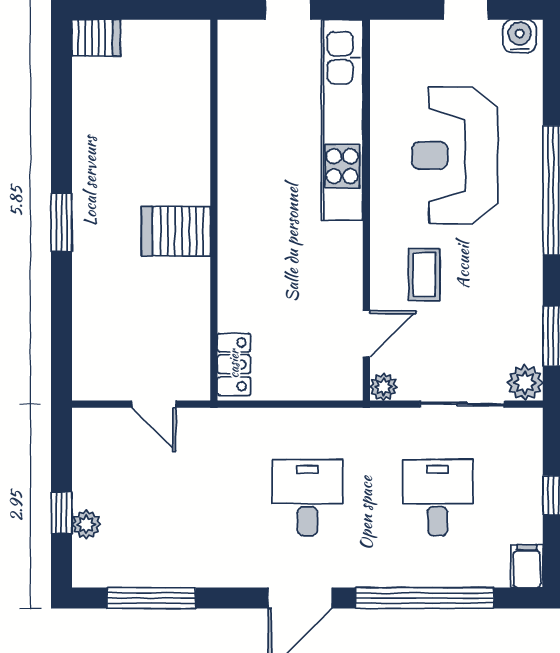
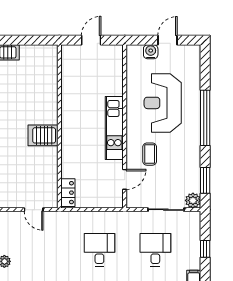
water cooler: (520, 36) -> (151, 52), moved
kitchen unit: (342, 120) -> (114, 128), moved, width x0.73
plant: (383, 387) -> (132, 202), removed

